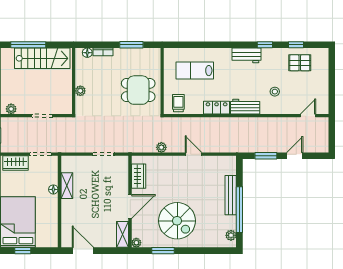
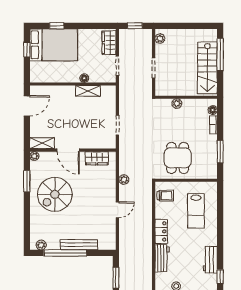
lab bench: (195, 71) -> (196, 211), turned 180

